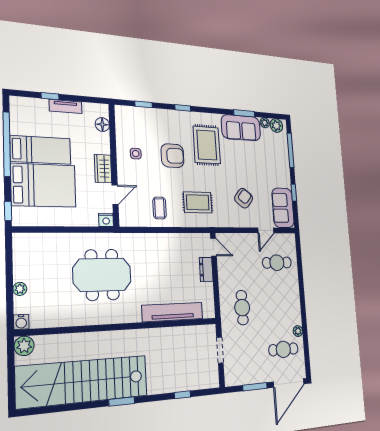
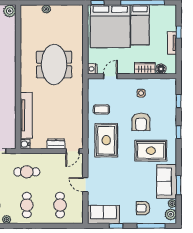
wardrobe: (103, 169) -> (145, 68), moved
bed: (44, 185) -> (110, 26), width x1.36
door: (115, 195) -> (110, 76), swing flipped
armchair: (244, 198) -> (143, 208), moved, turned 141
rug: (198, 202) -> (106, 140), width x1.36, depth x1.43
door: (266, 230) -> (85, 185), moved
cafe table: (280, 306) -> (27, 205), added
water cooler: (21, 322) -> (25, 144), moved

